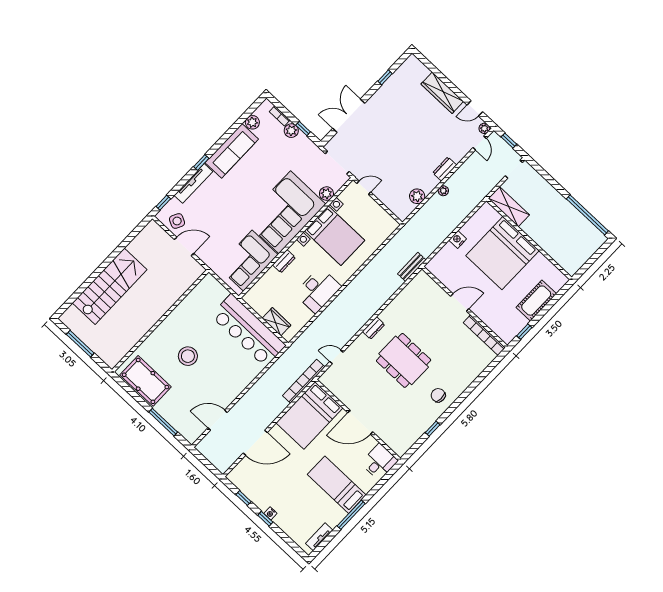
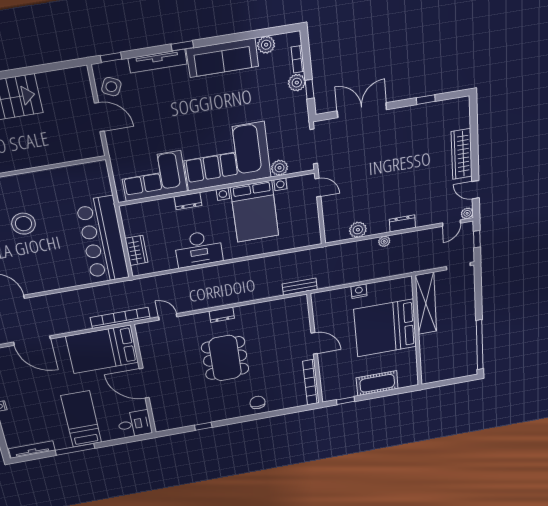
shelving: (509, 207) -> (426, 304), width x1.47
chair: (438, 395) -> (258, 402), moved
tv unit: (319, 537) -> (32, 450), width x1.41

